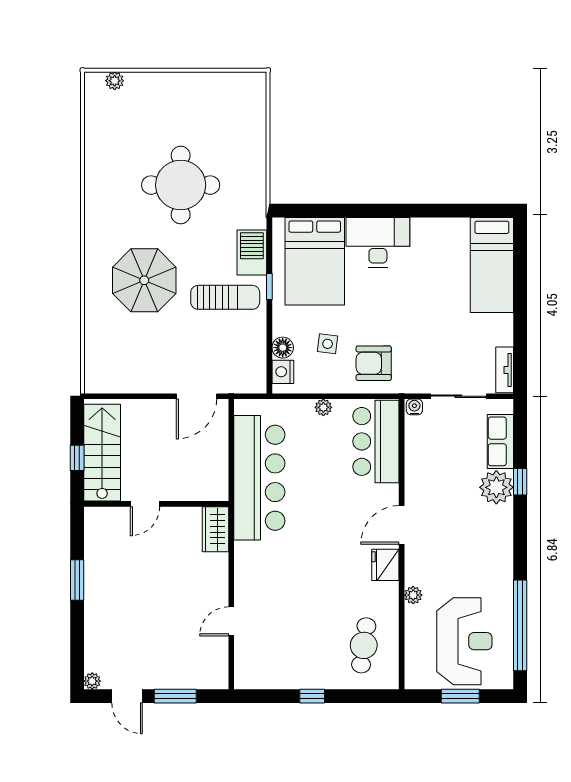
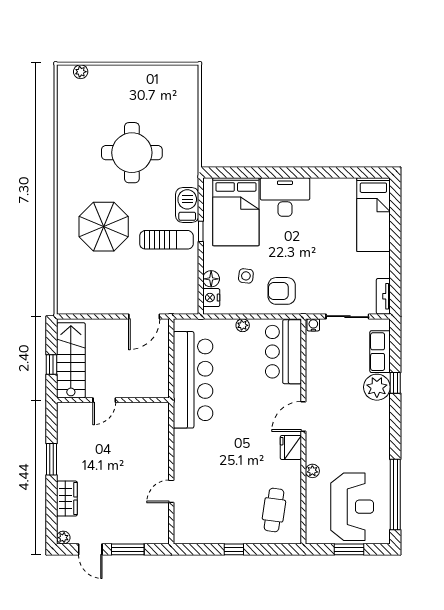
wardrobe: (215, 529) -> (67, 499), moved, turned 180

